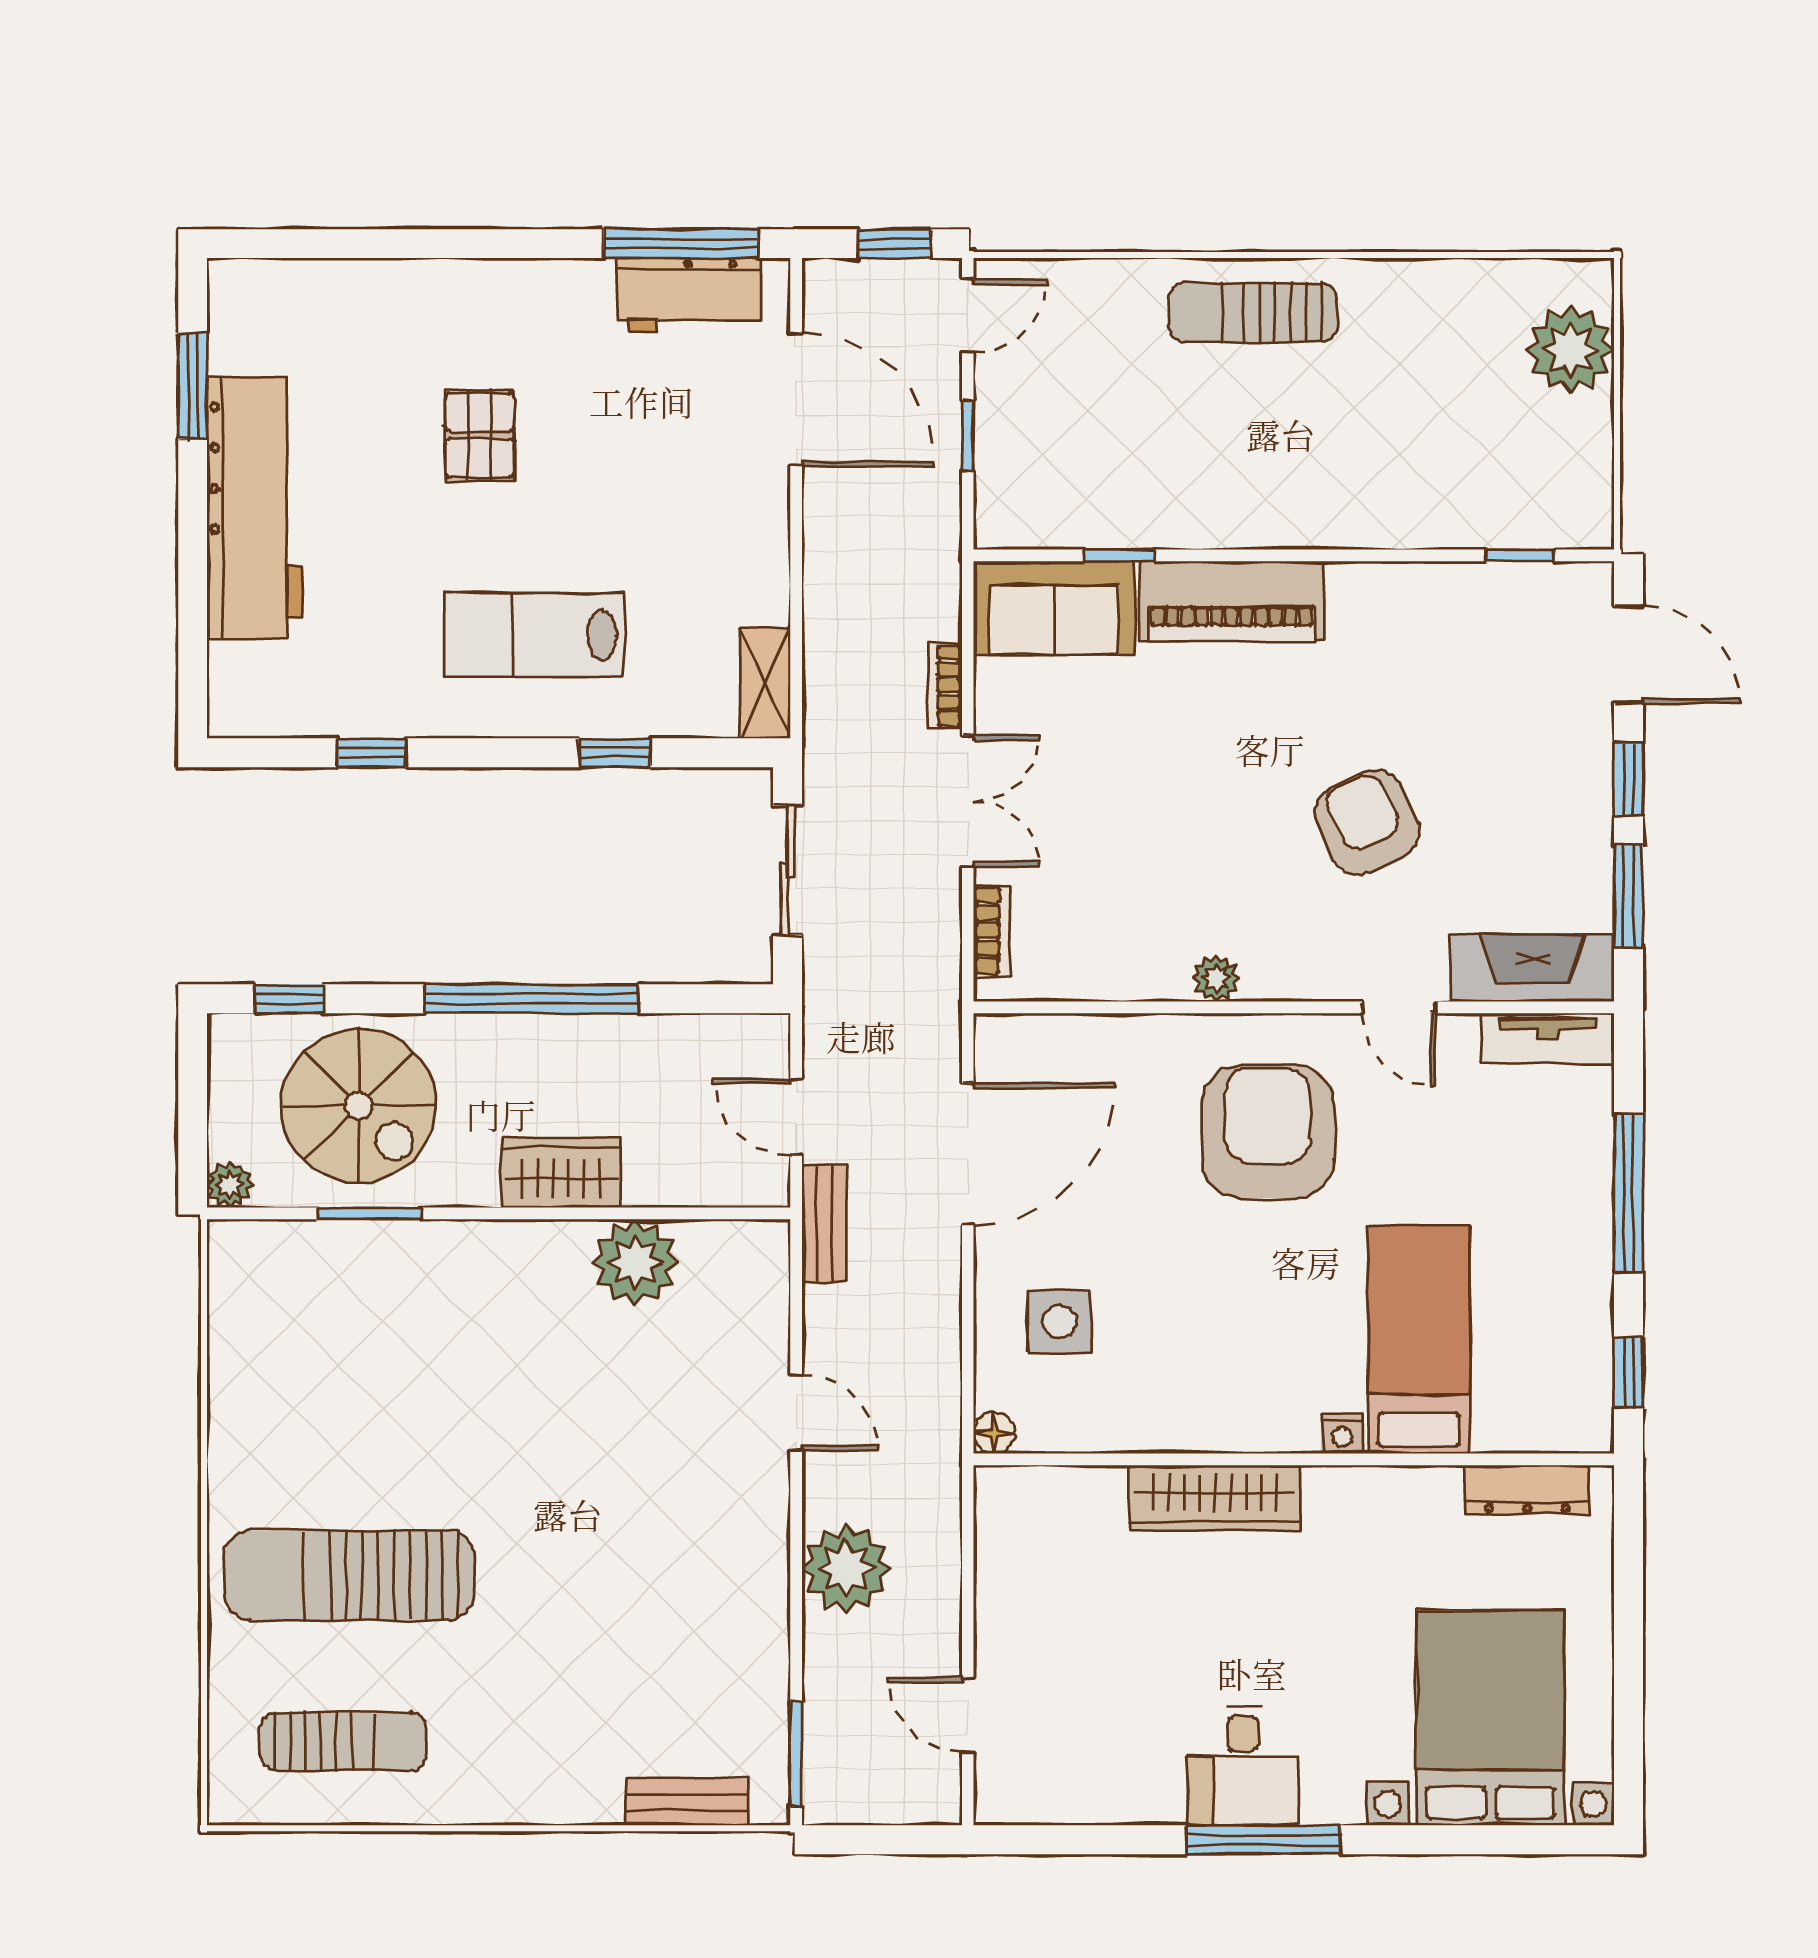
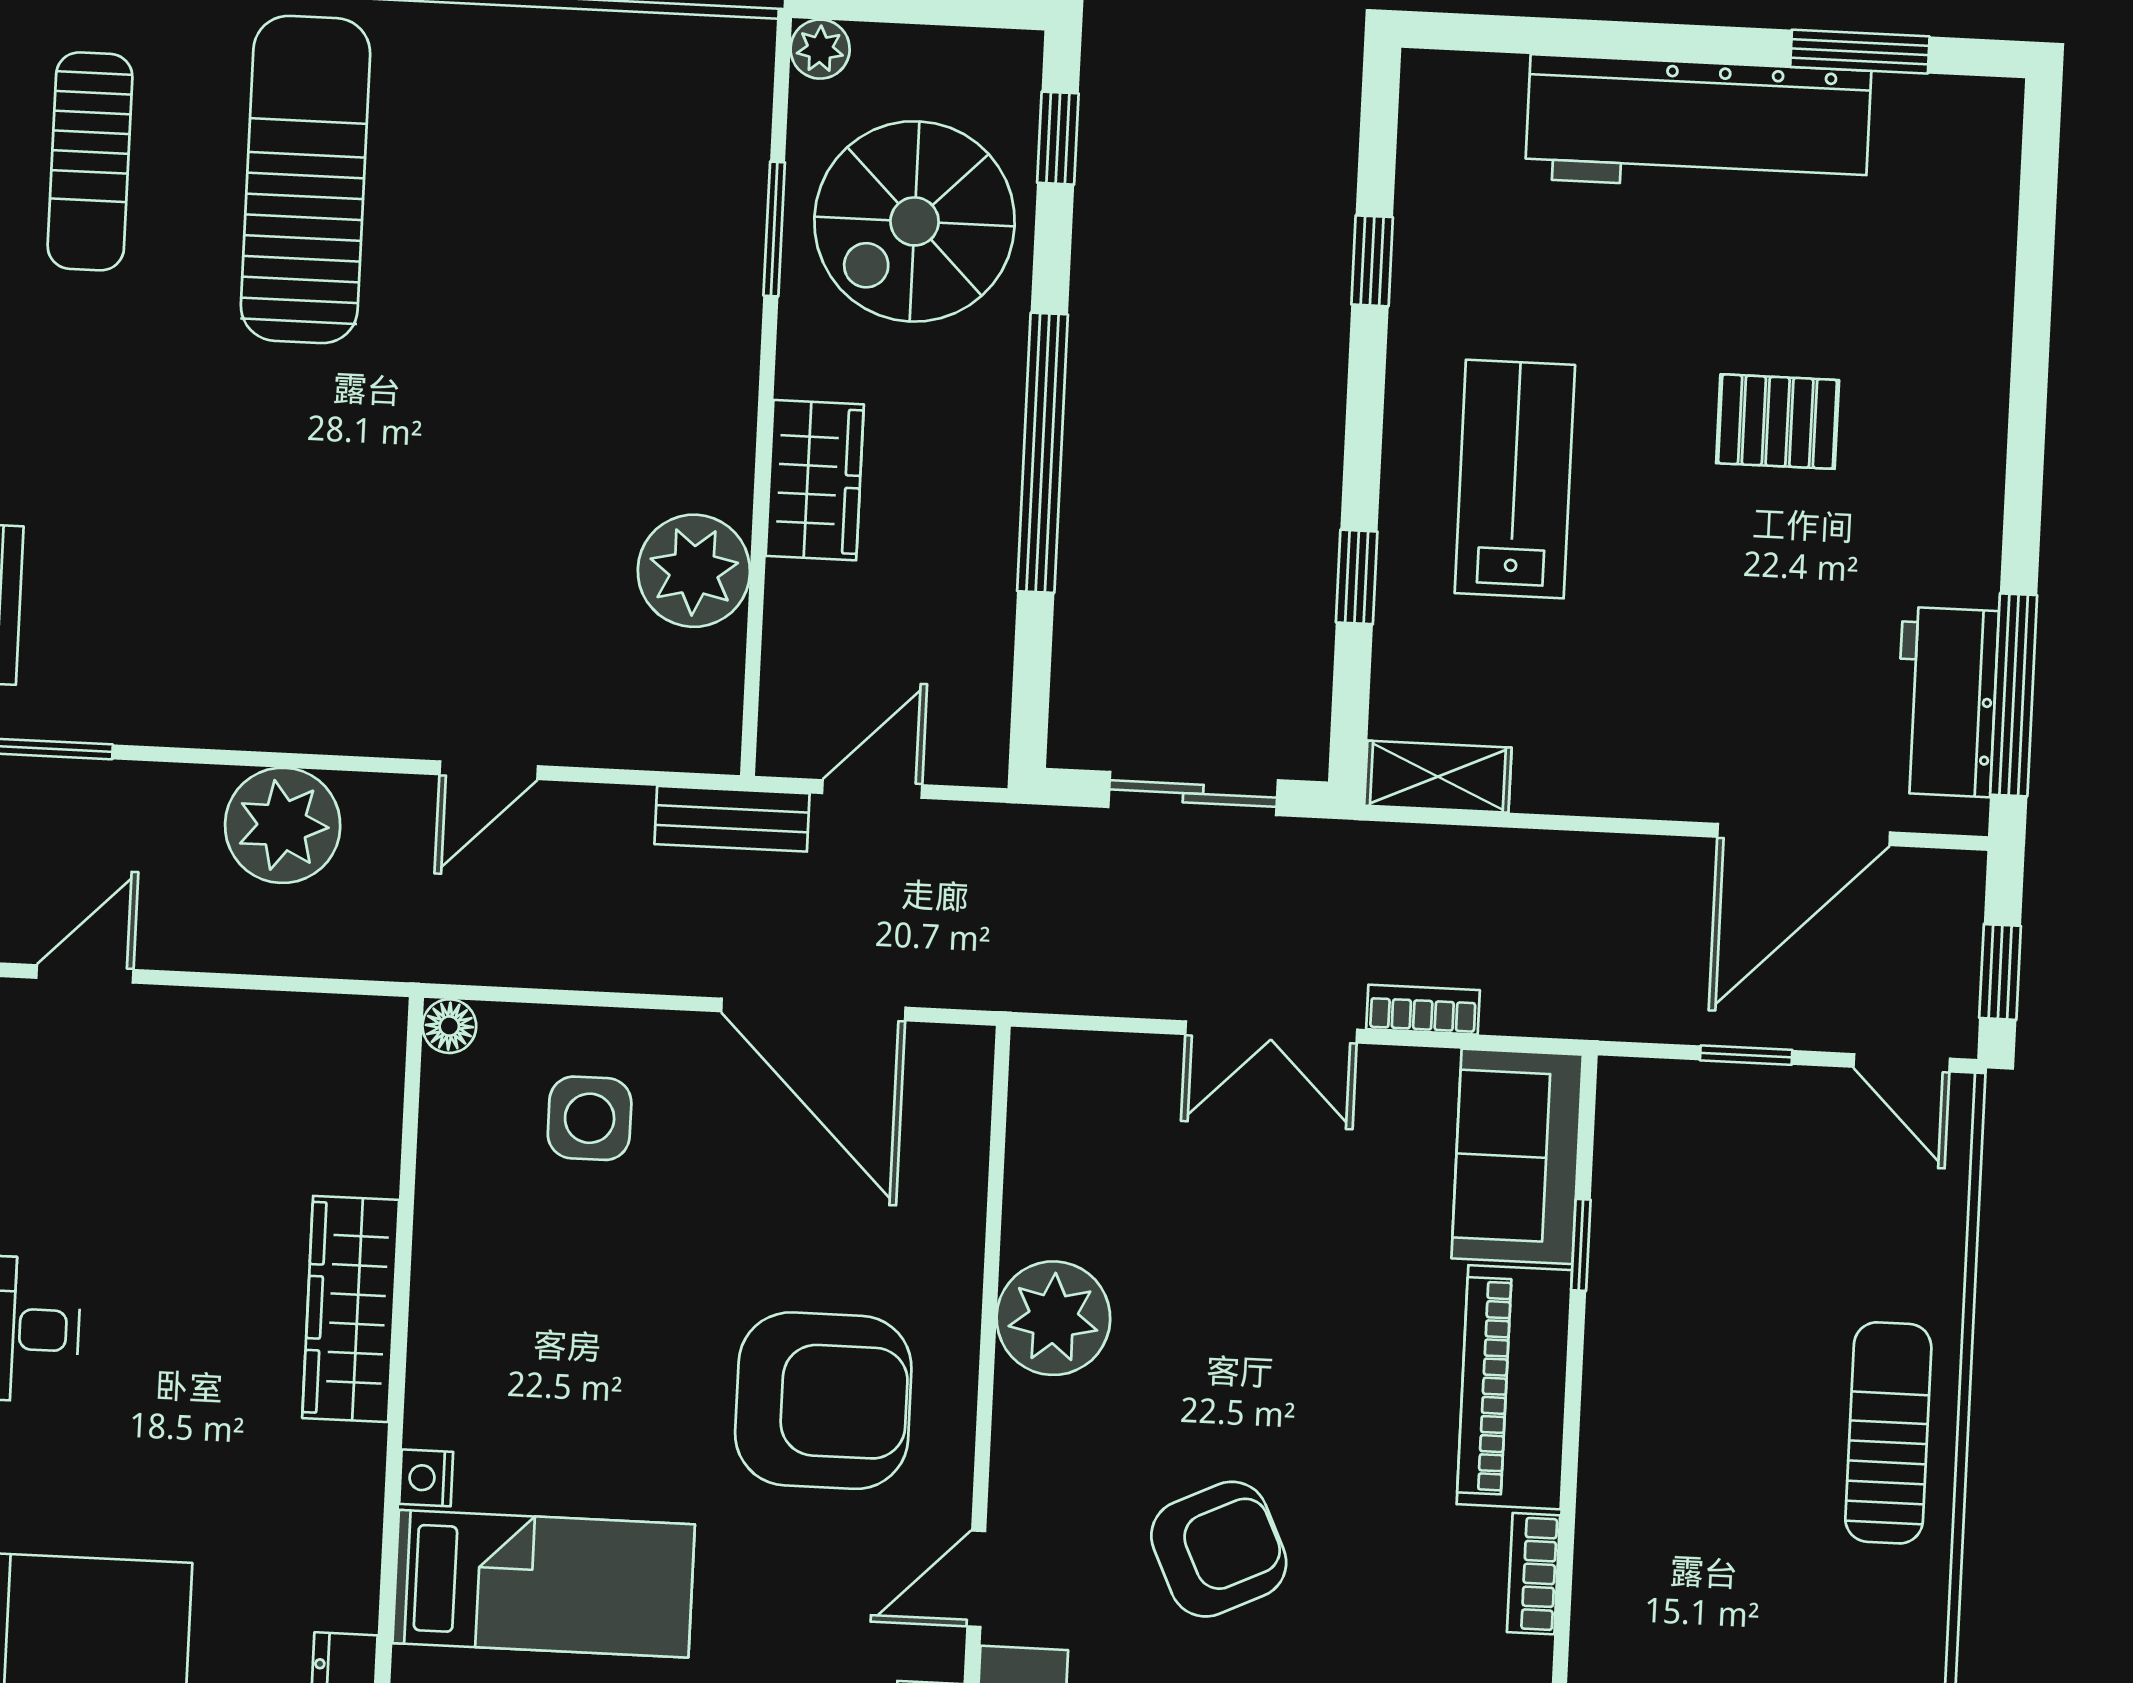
bookcase: (992, 930) -> (1533, 1574), moved, turned 90
plant: (1216, 978) -> (1053, 1318), width x1.88, depth x1.88

